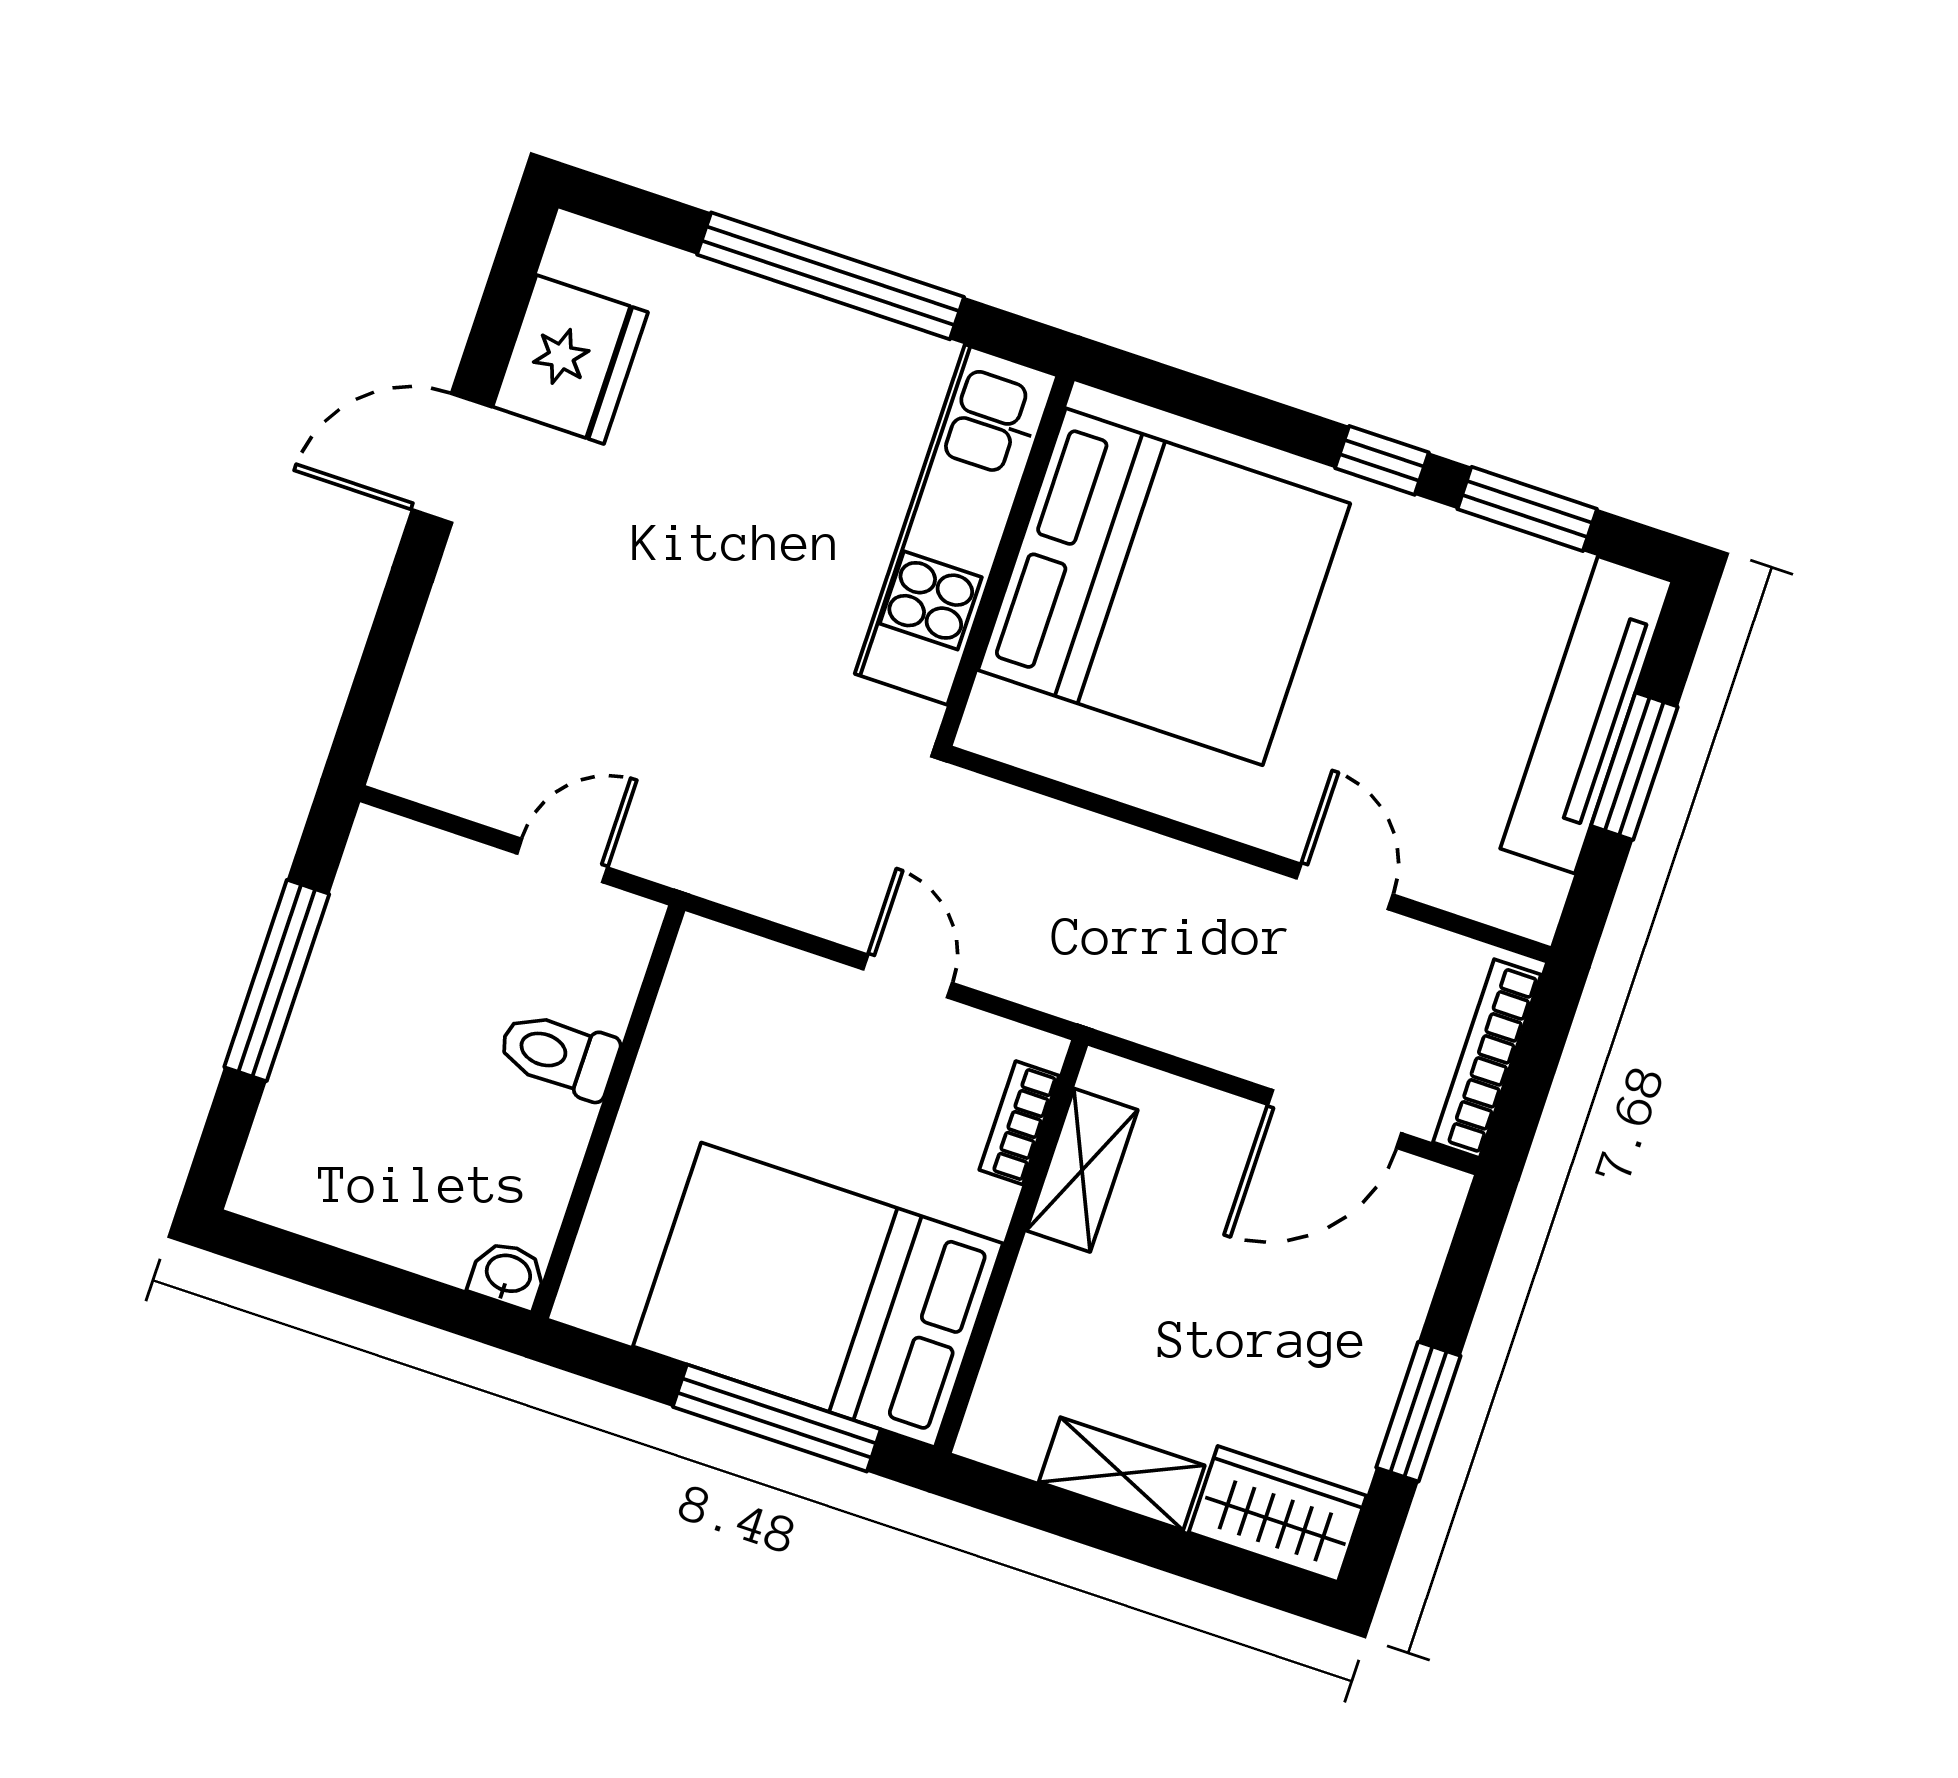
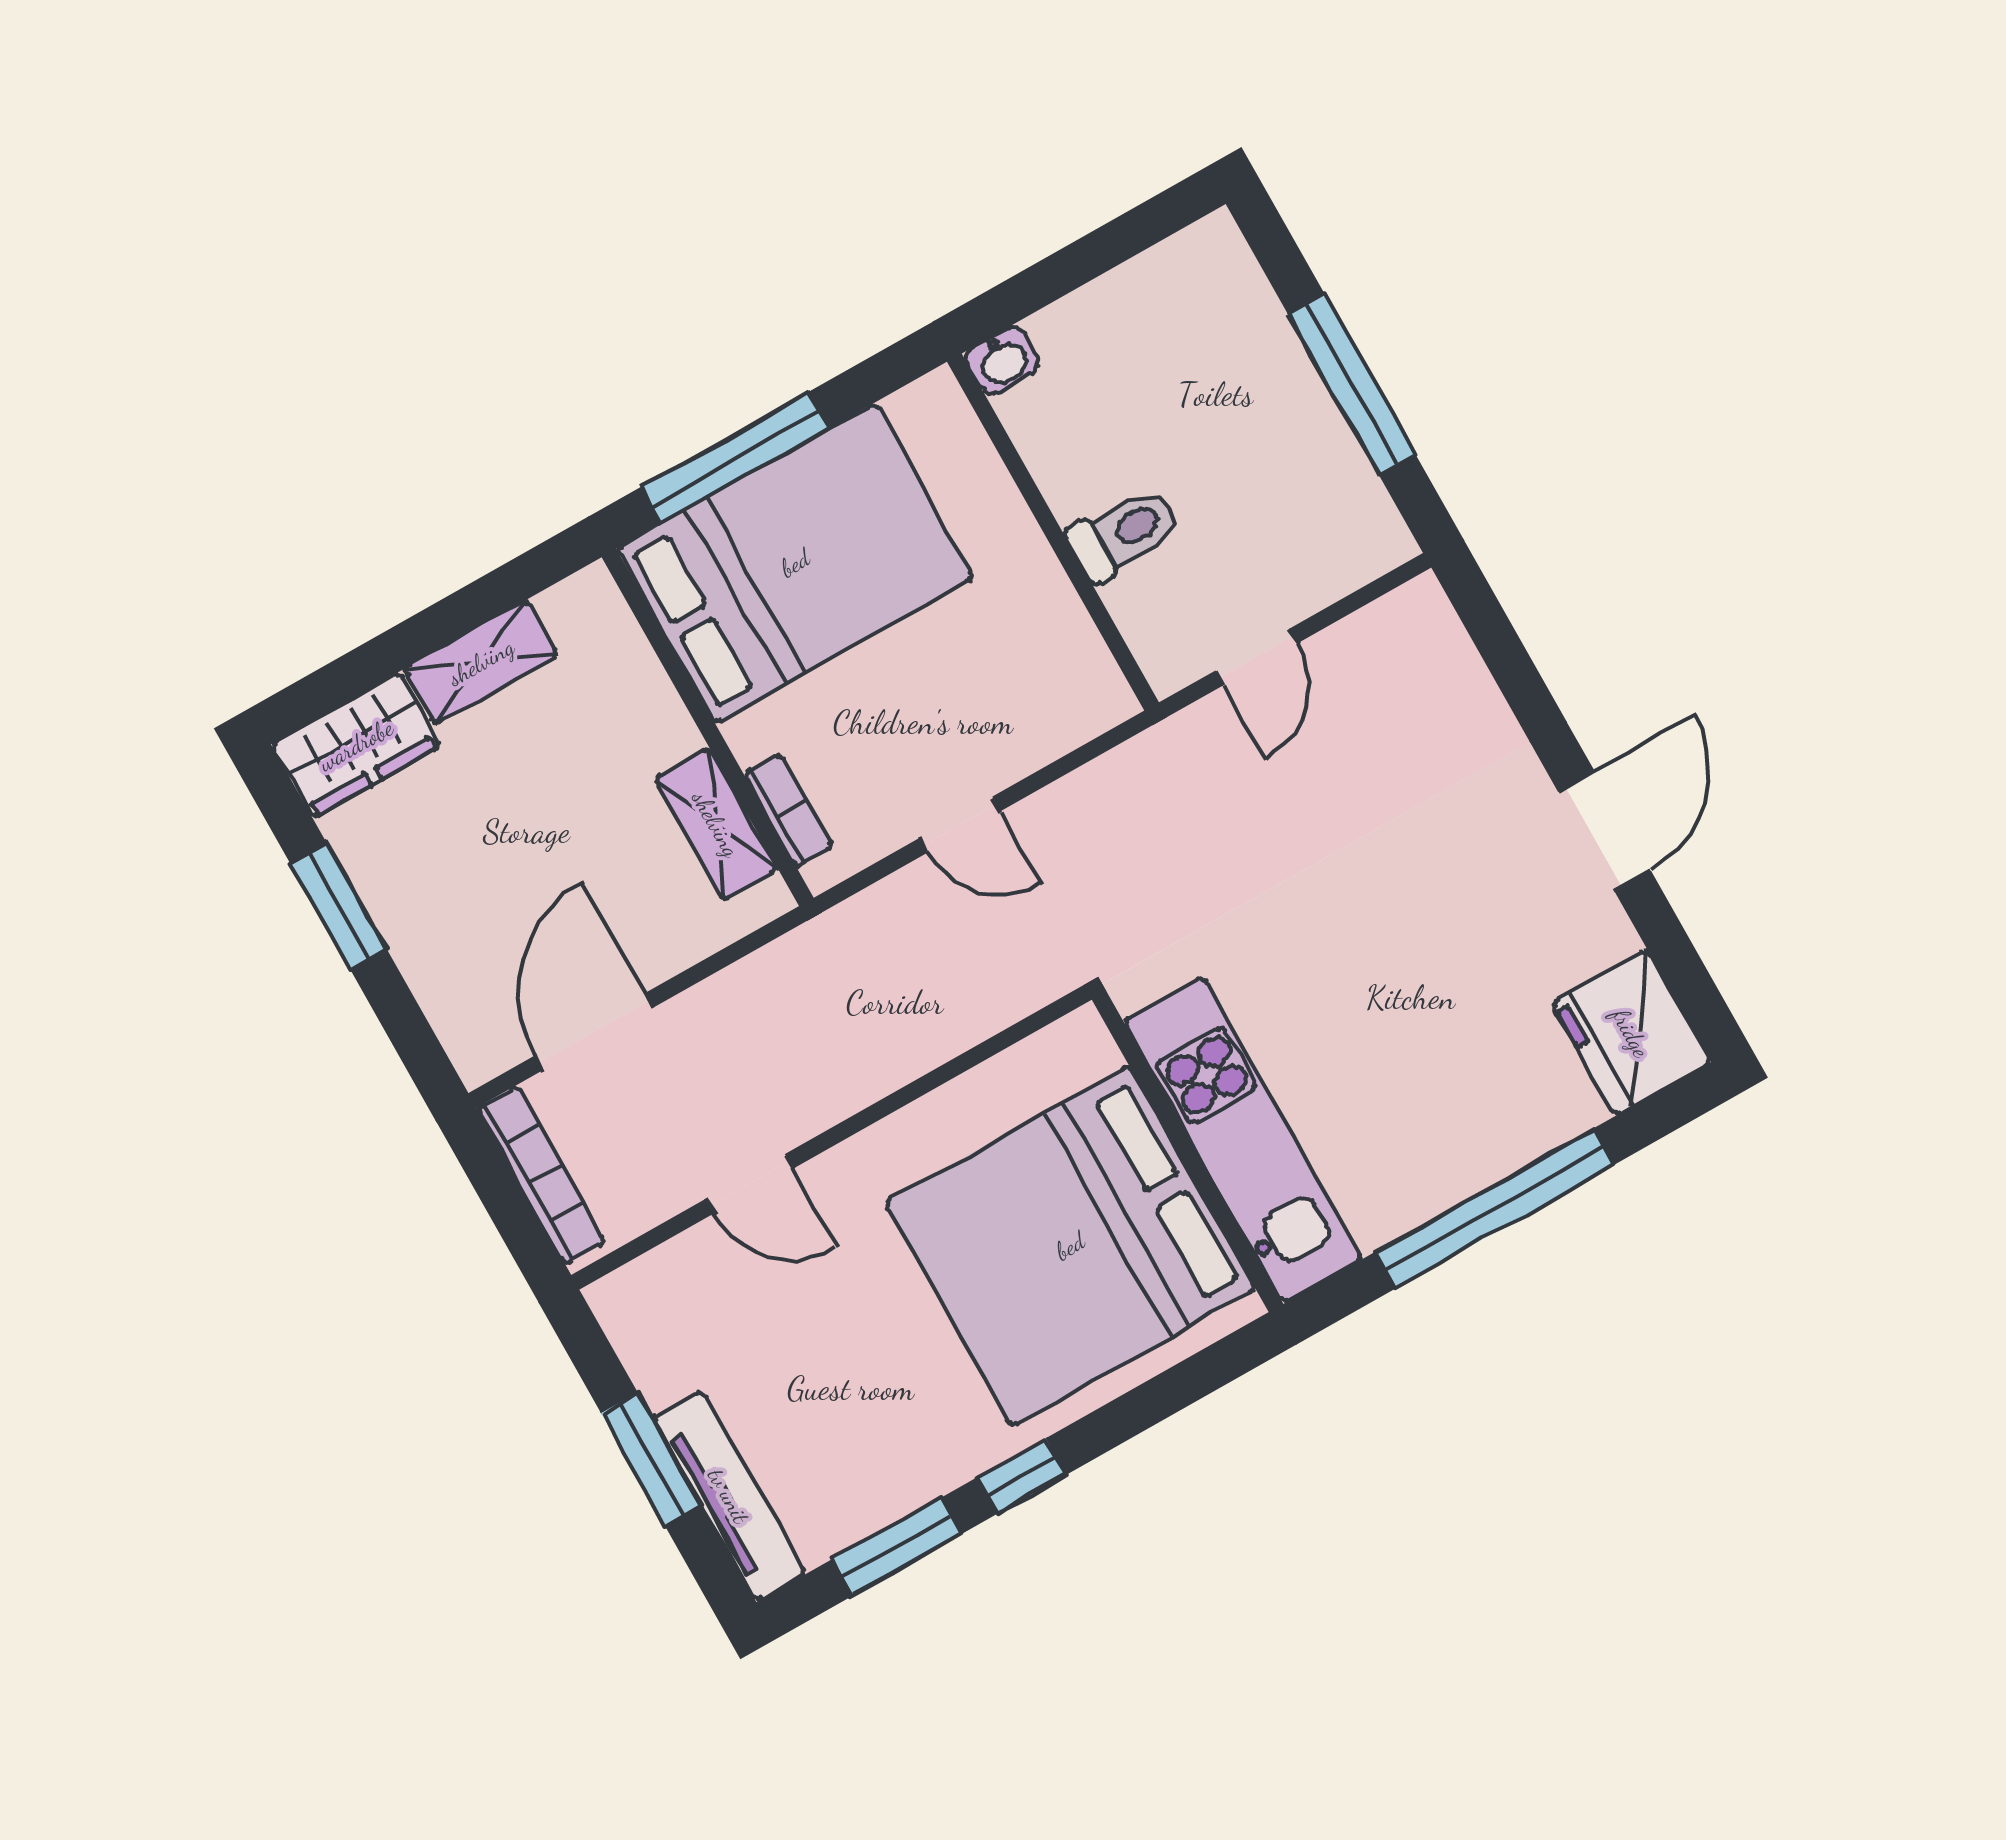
fridge: (570, 359) -> (1631, 1033), moved
tv unit: (1586, 715) -> (729, 1496), width x0.73, depth x0.78

